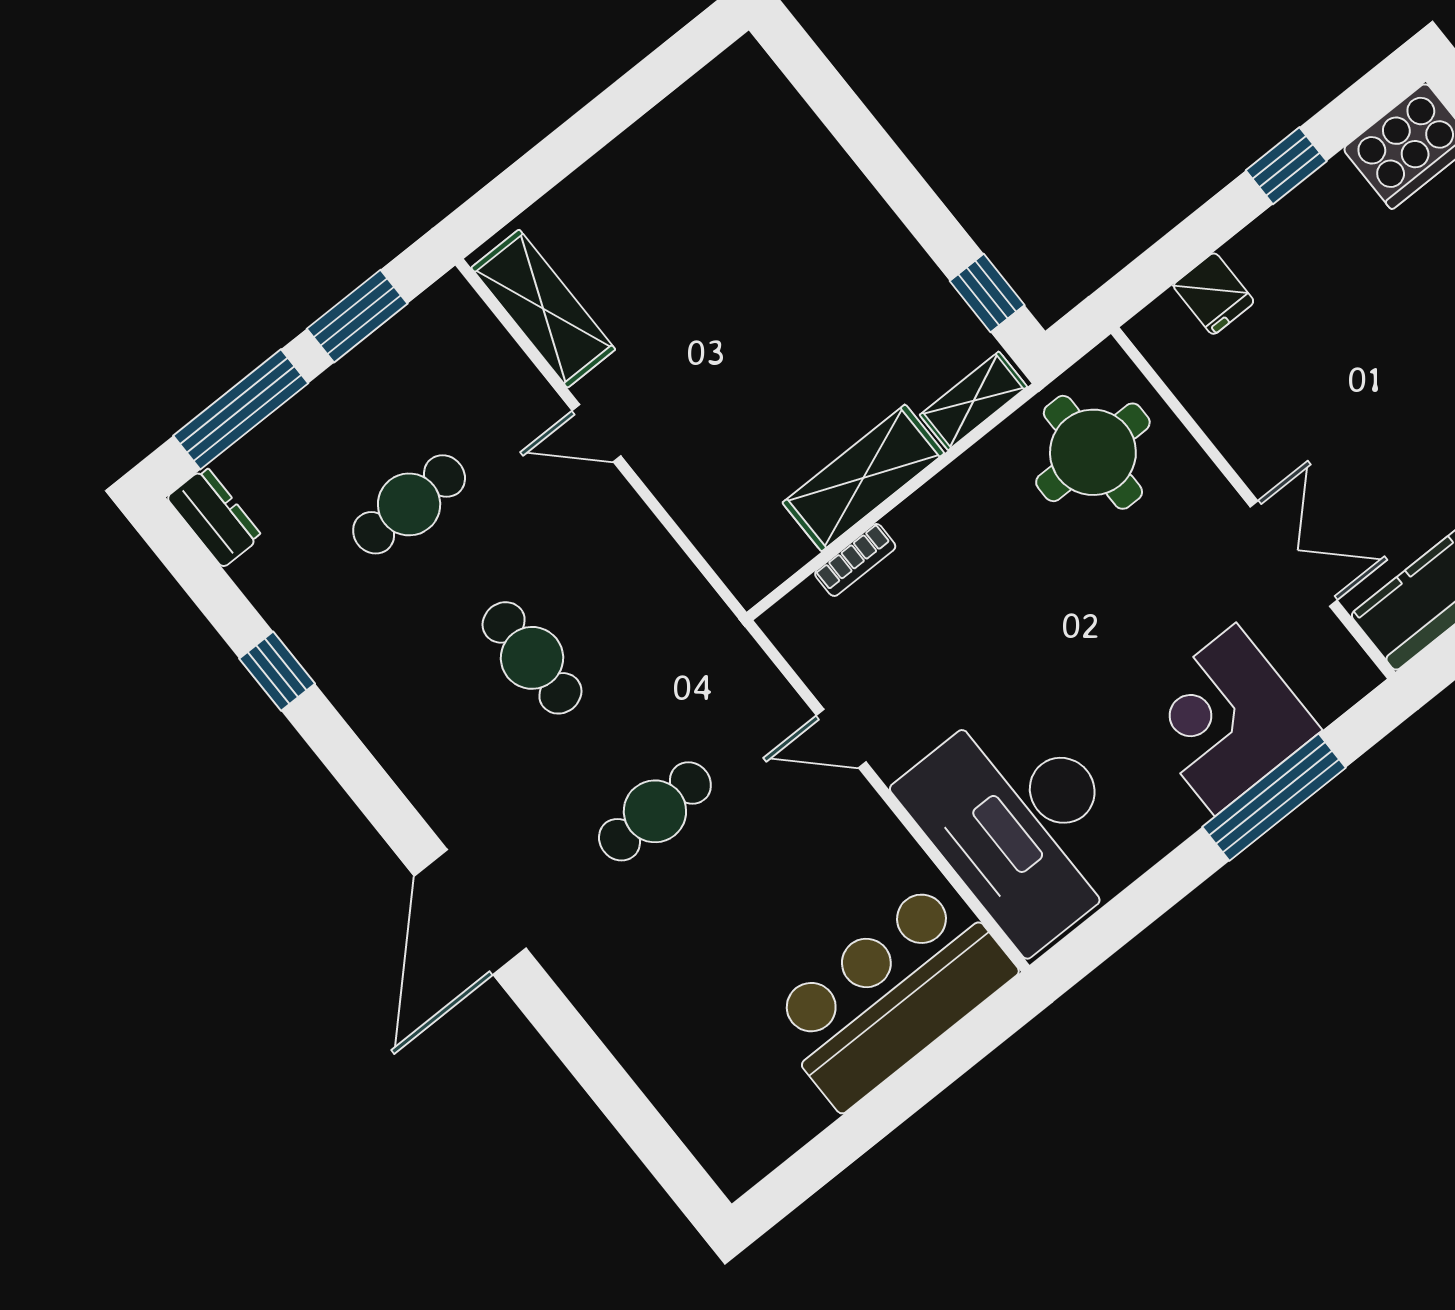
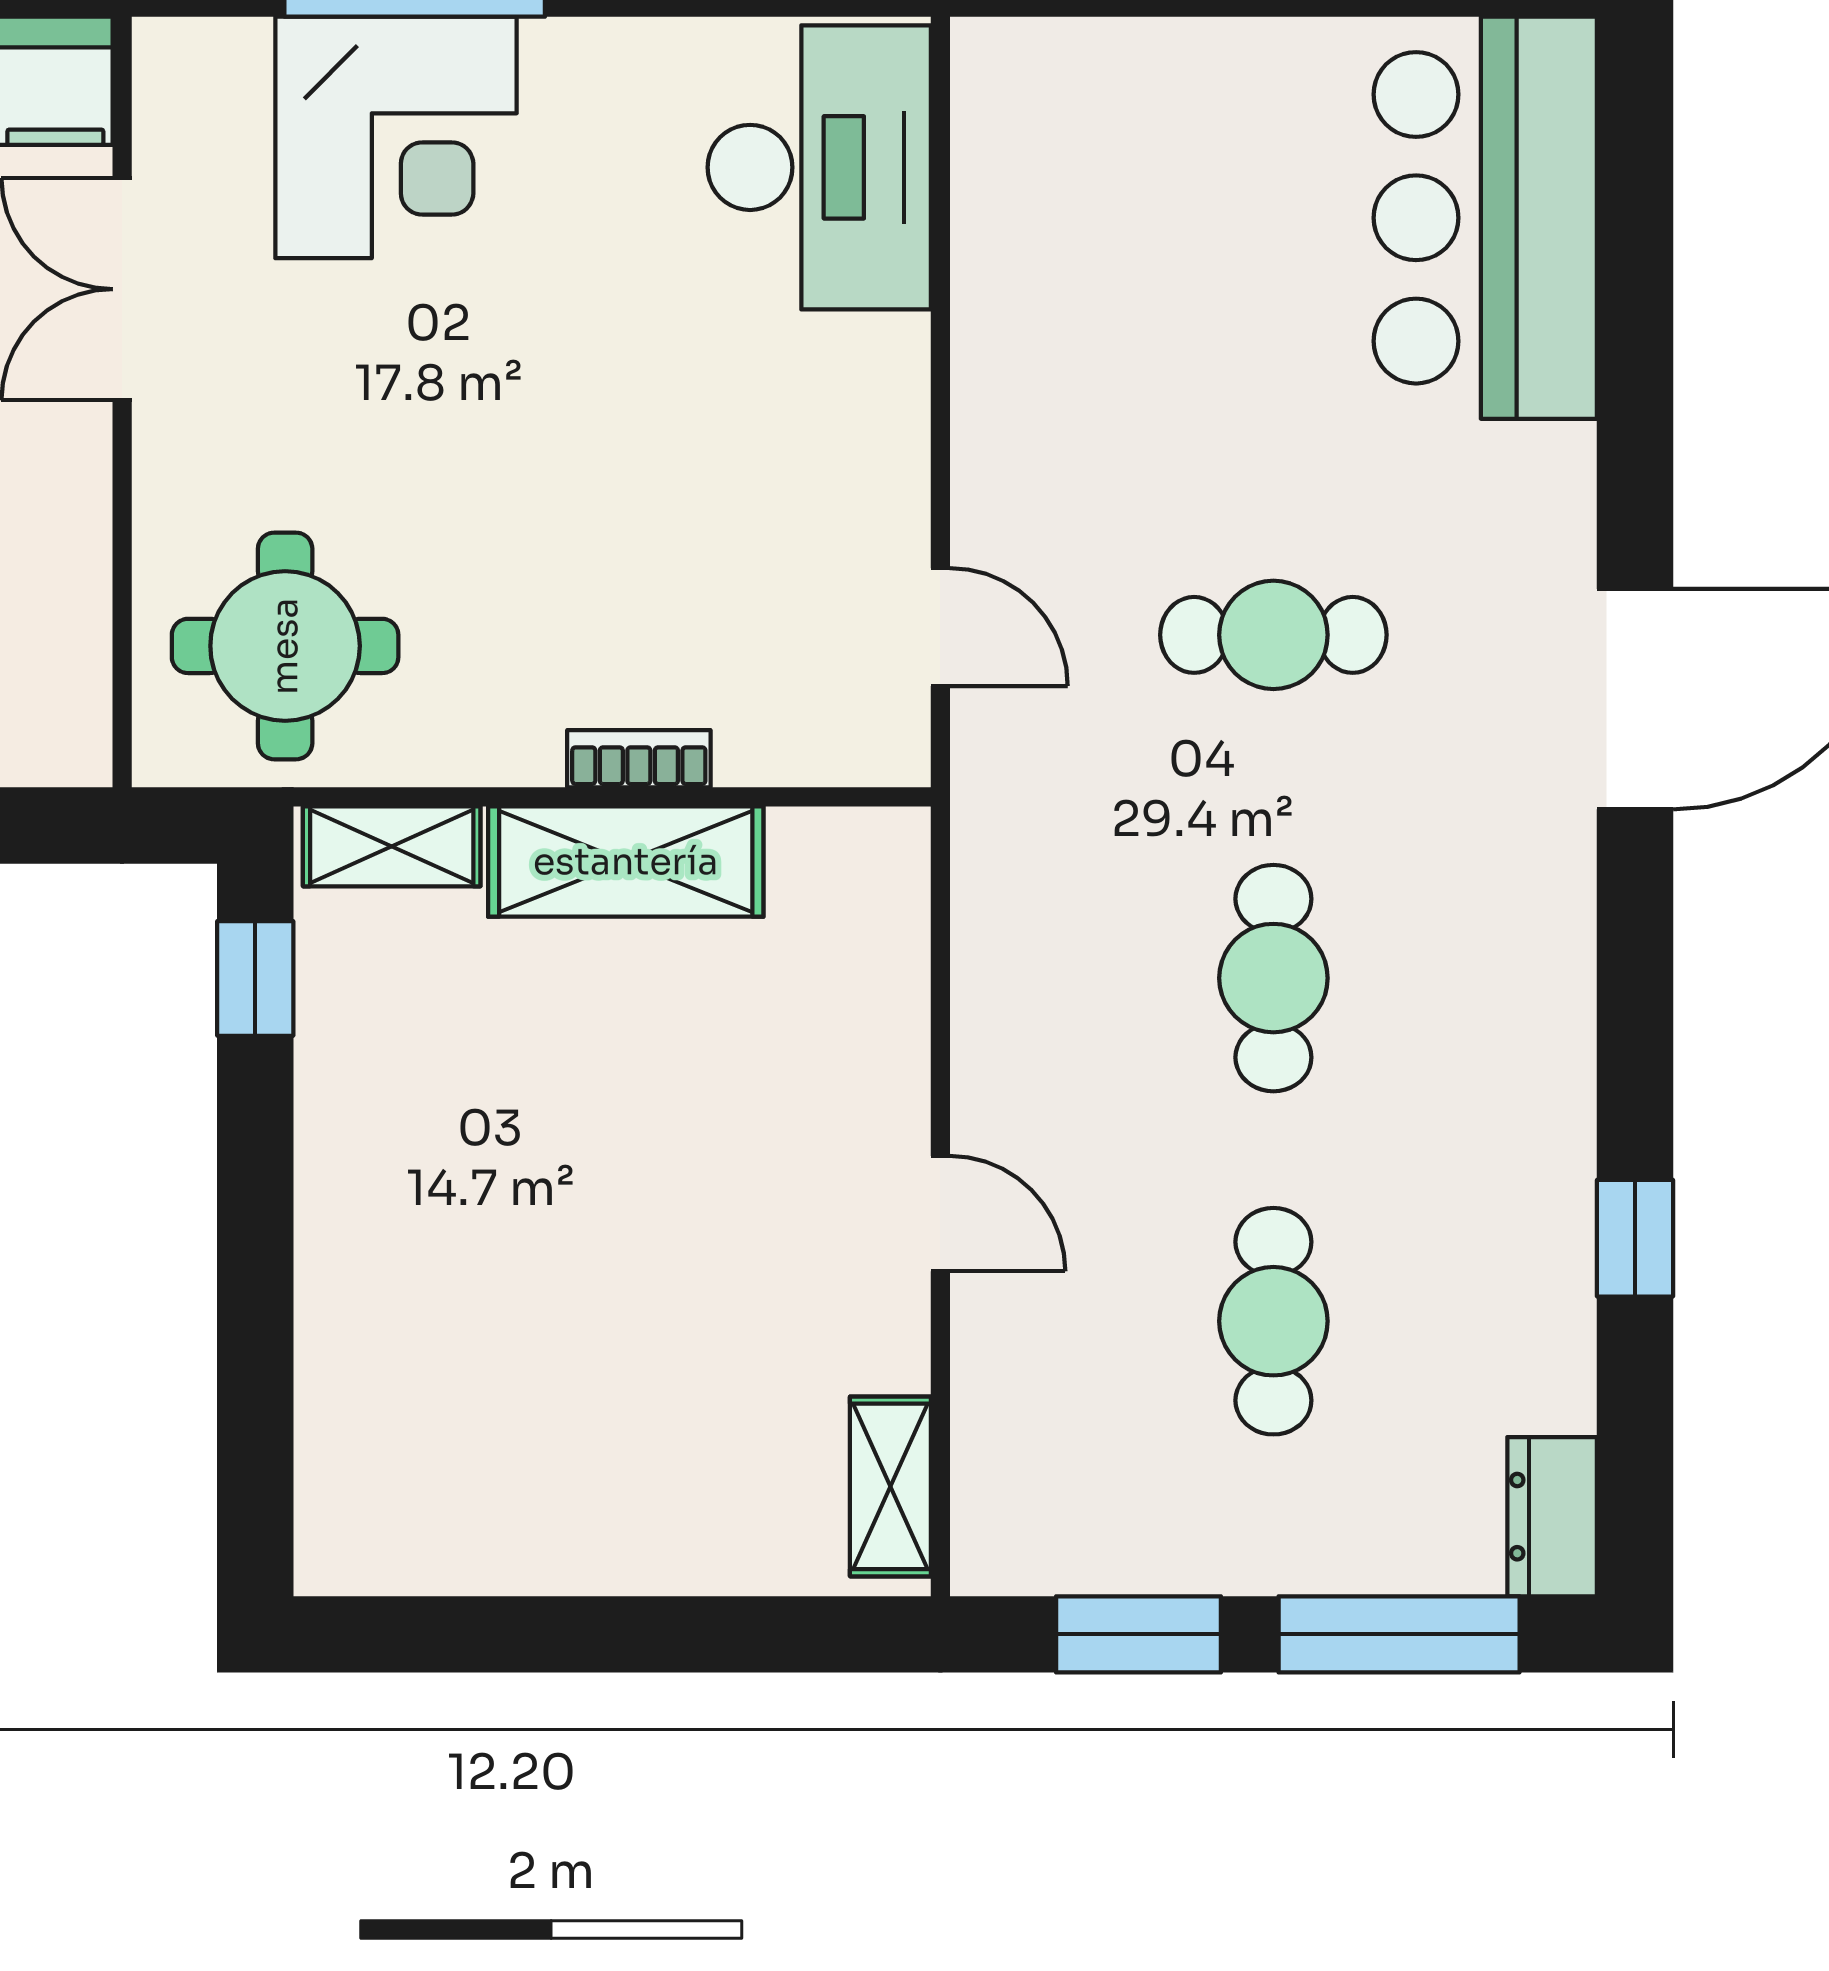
shelving: (543, 309) -> (890, 1486), width x0.67, depth x0.75
cafe table: (409, 504) -> (1273, 1321), turned 90
bookcase: (855, 560) -> (639, 759), moved
door: (841, 739) -> (940, 627), moved
desk: (1022, 823) -> (819, 167), width x0.73, depth x0.77
bar counter: (891, 994) -> (1485, 218), moved, turned 90

